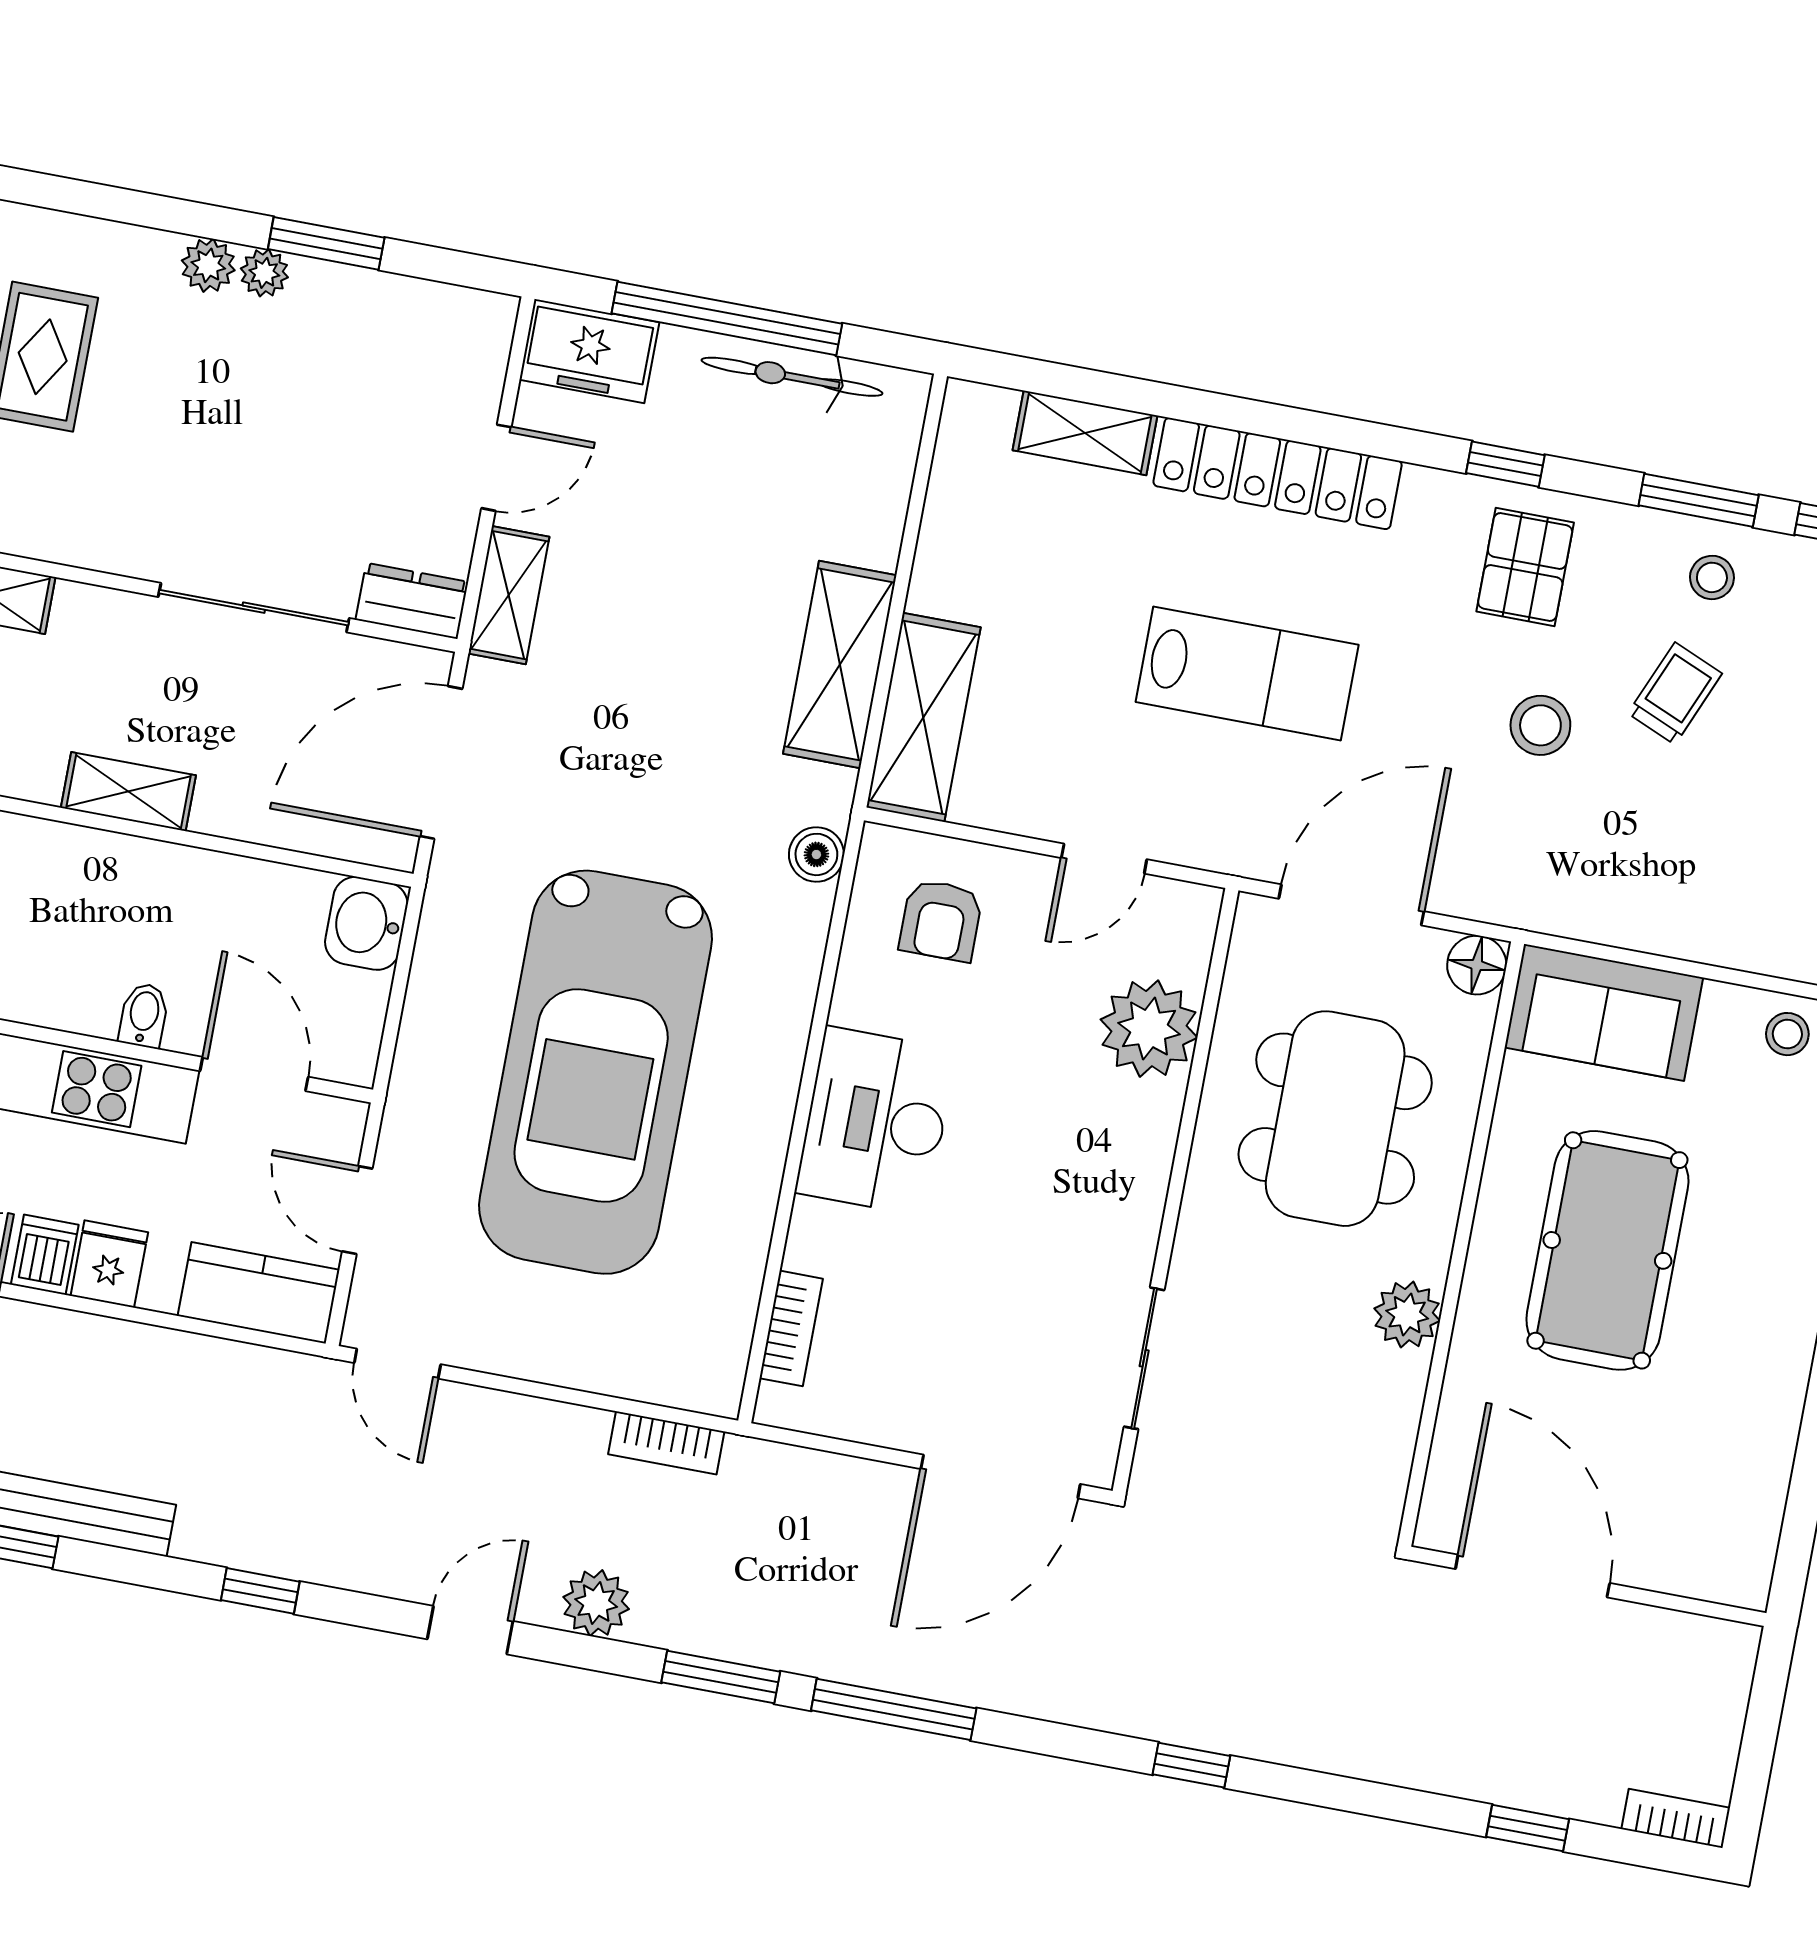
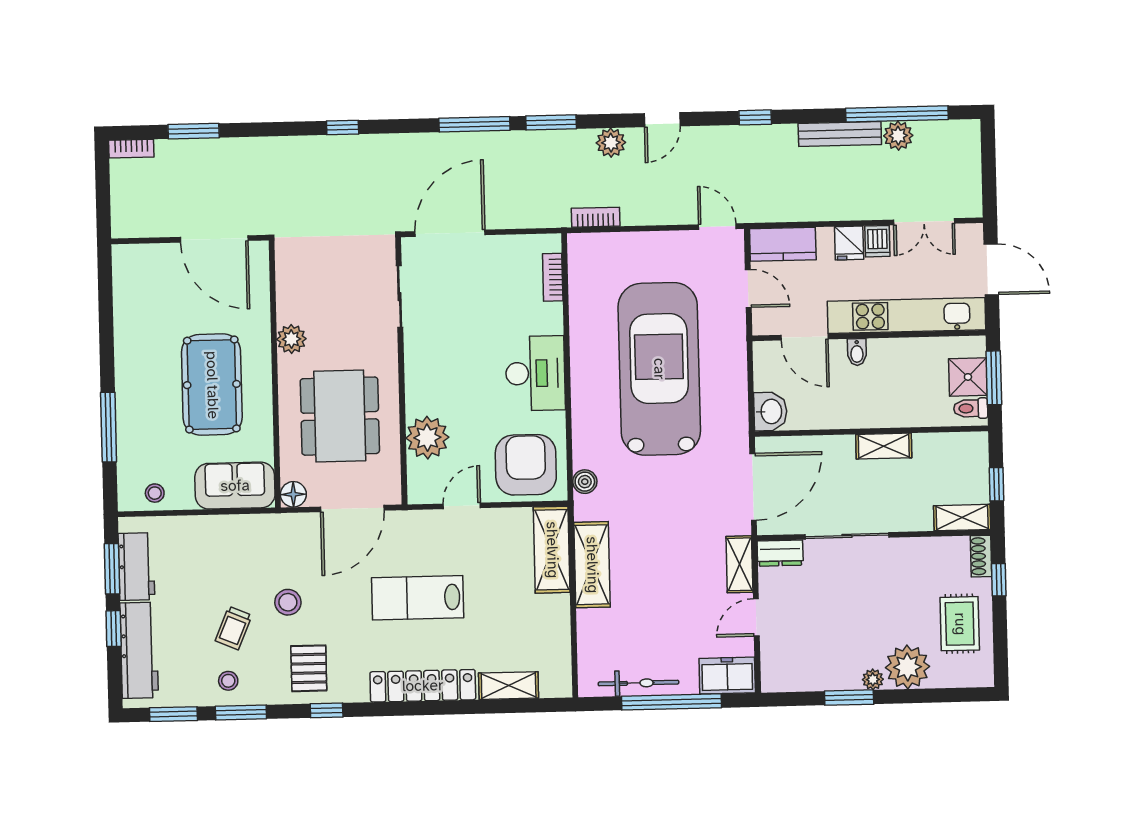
plant: (208, 265) -> (907, 667), width x1.87, depth x1.87
armchair: (941, 920) -> (526, 465), width x1.88, depth x1.88
window: (1528, 1828) -> (194, 131), width x1.50

